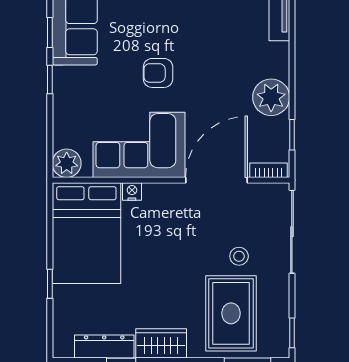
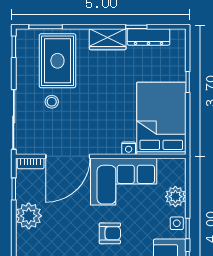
side table: (65, 87) -> (177, 223), added
plant: (67, 163) -> (175, 197), moved

